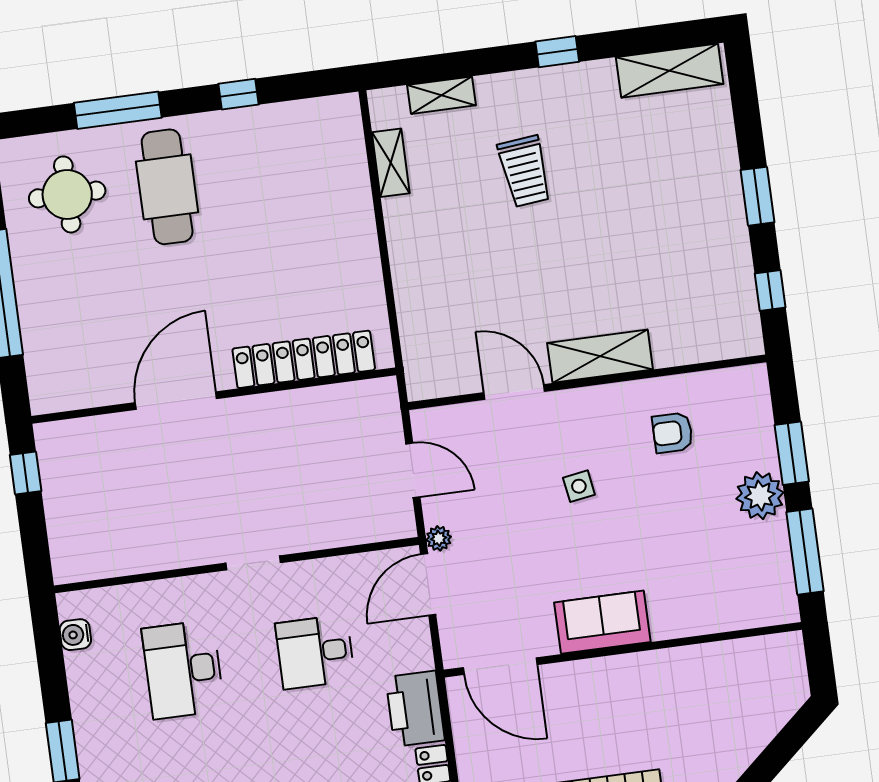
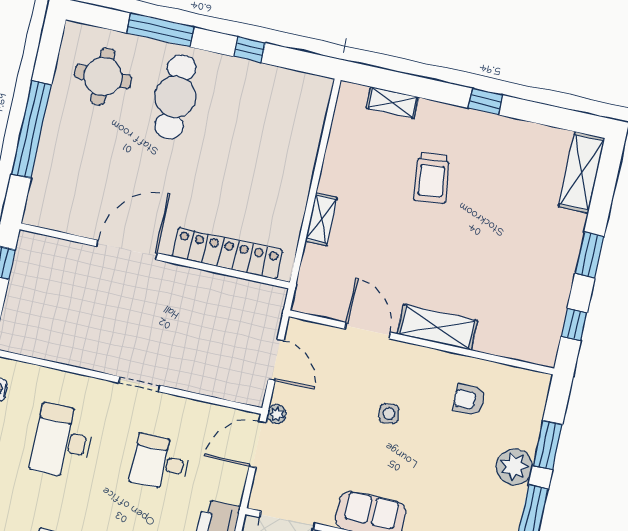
shelving: (670, 71) -> (582, 172), moved, turned 90
shelving: (391, 163) -> (321, 219), moved

